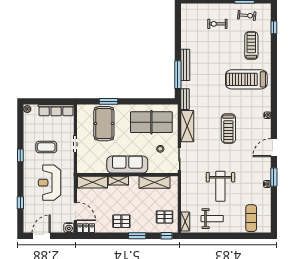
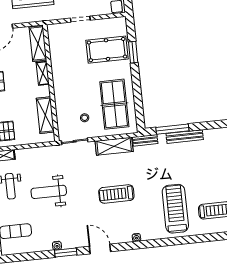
sofa: (127, 164) -> (63, 82), removed

